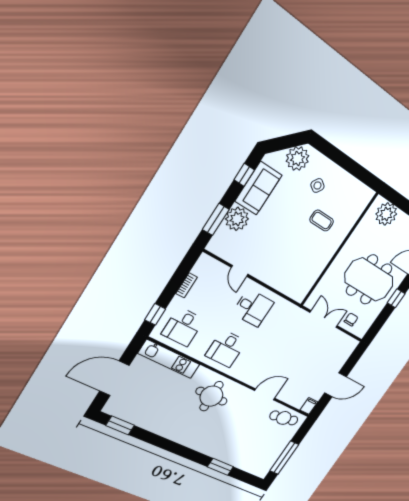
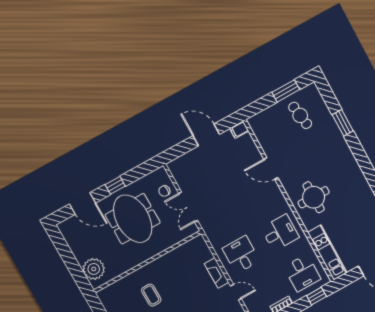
door: (240, 271) -> (236, 292), hinge flipped
fireplace: (268, 278) -> (217, 273), added
desk: (183, 327) -> (302, 273), turned 90
cafe table: (284, 418) -> (300, 115), moved
window: (284, 458) -> (286, 91), width x0.69

